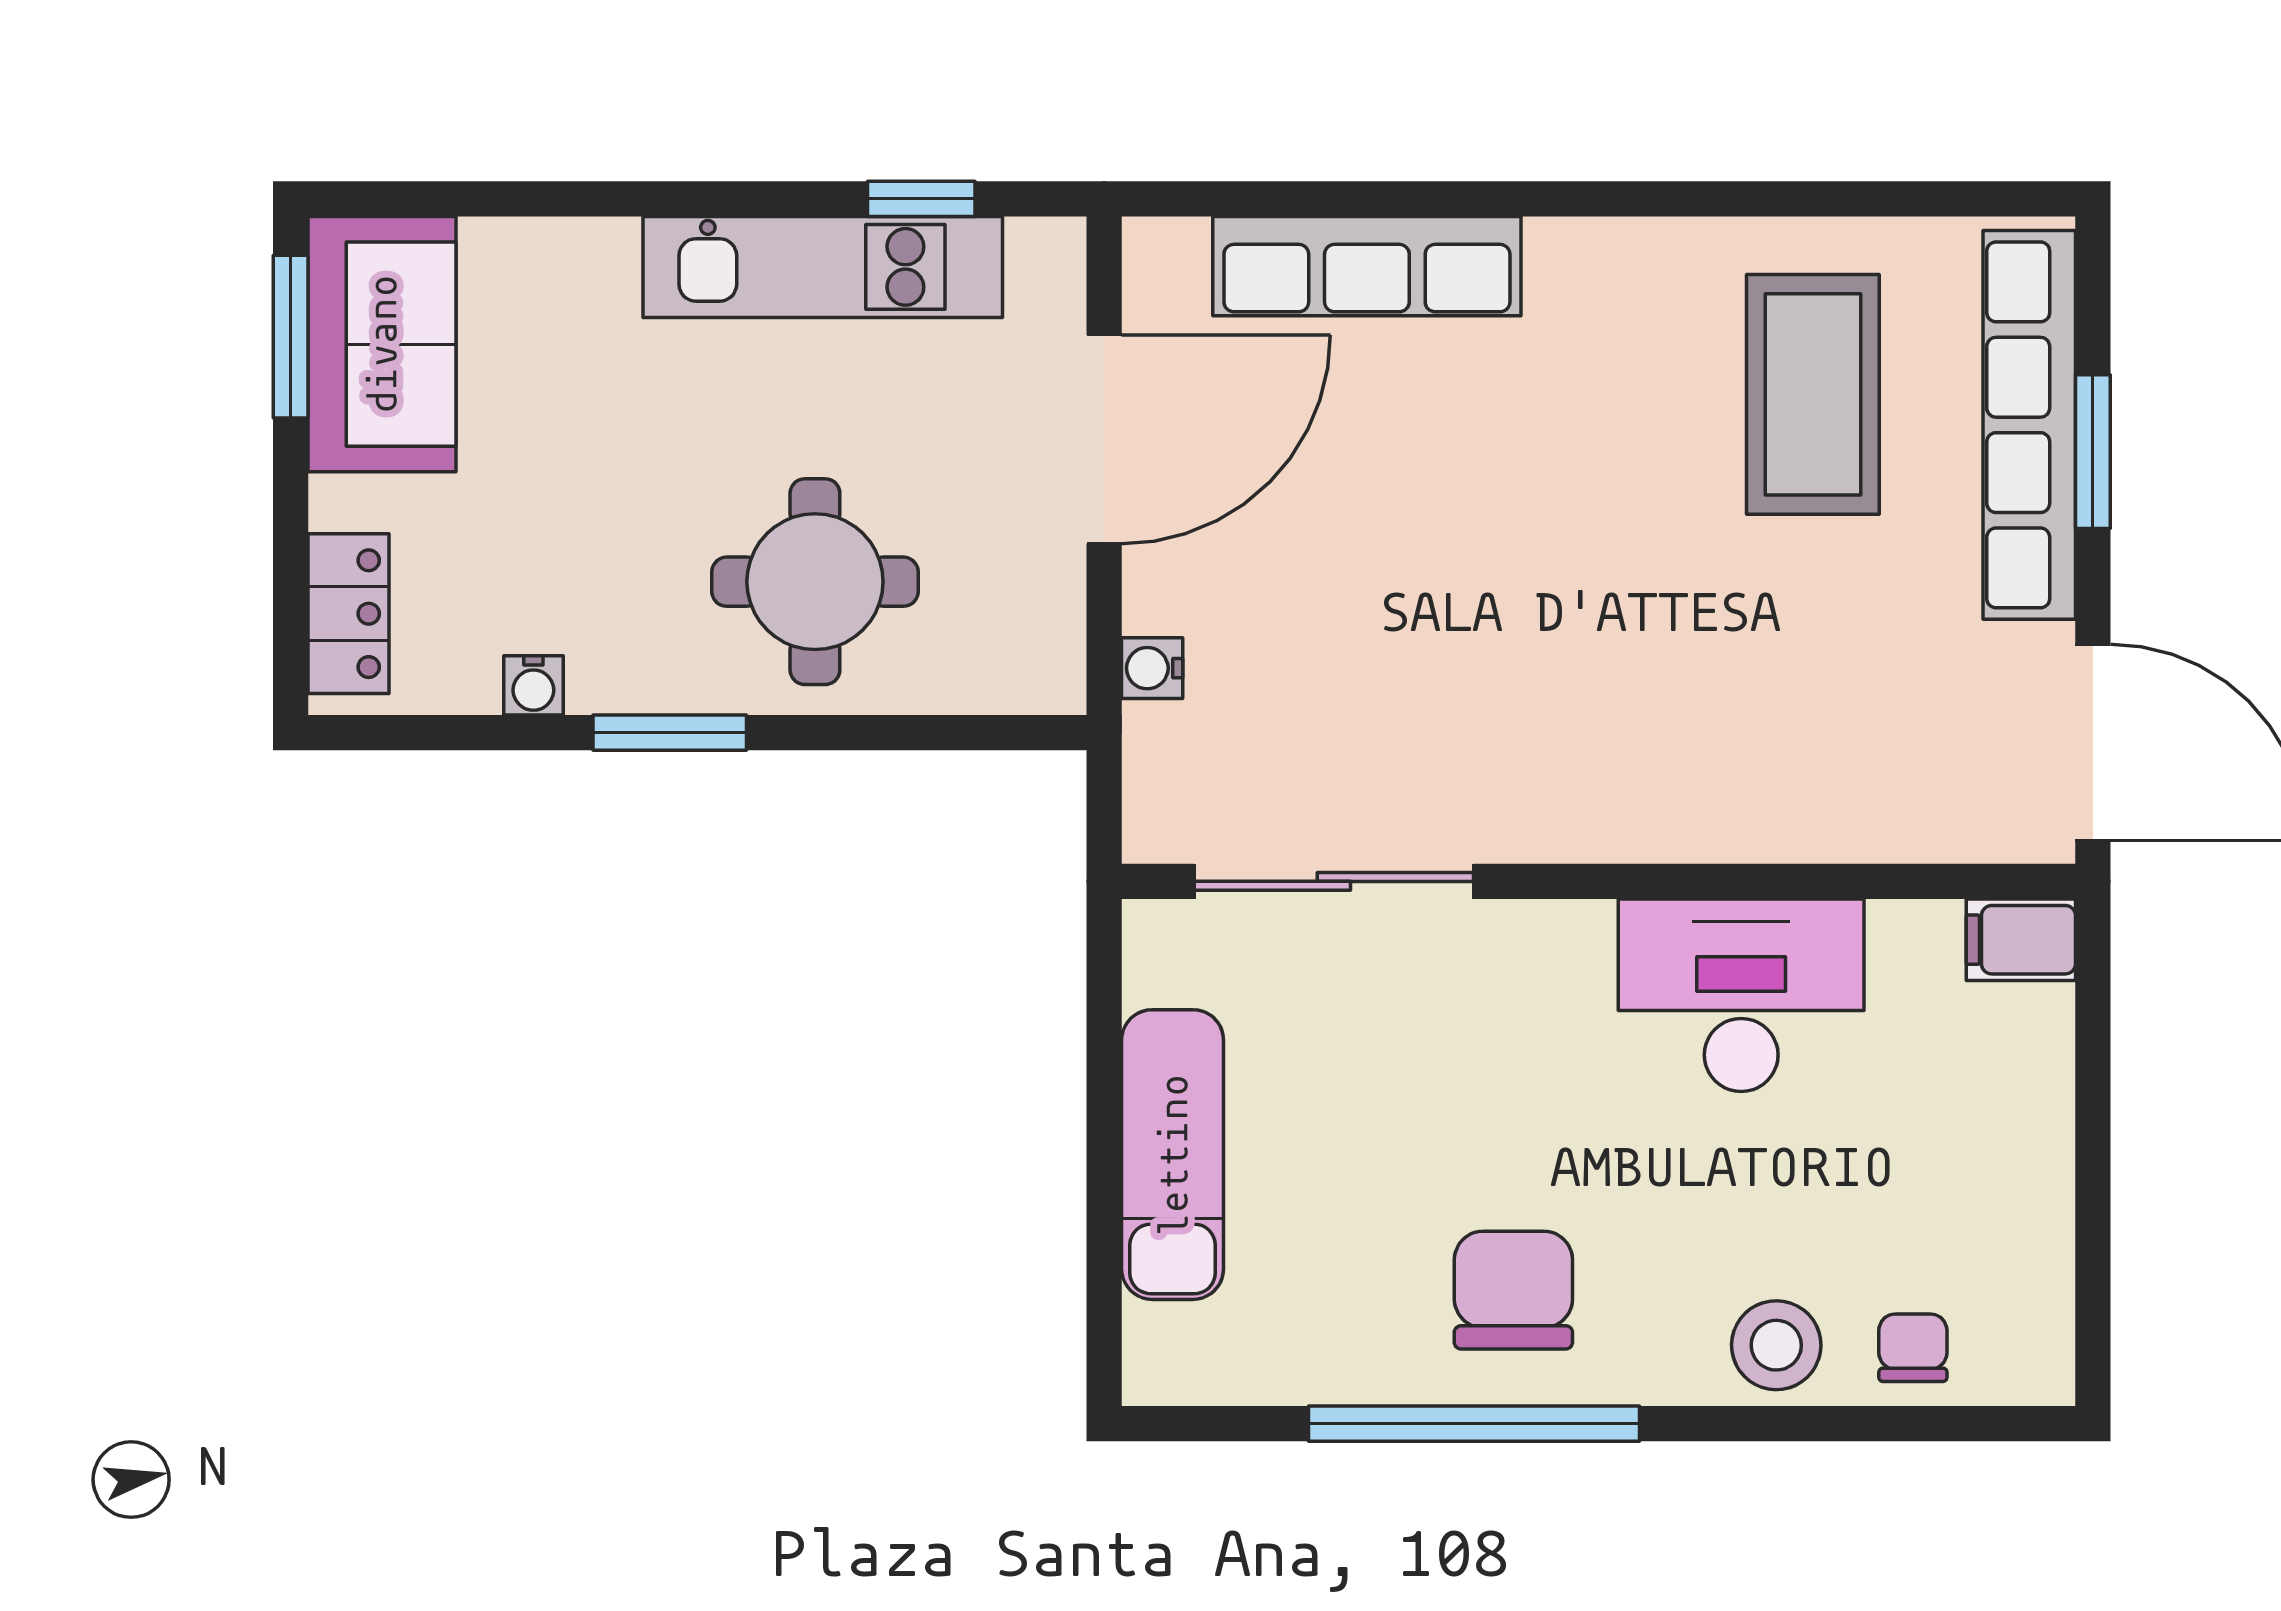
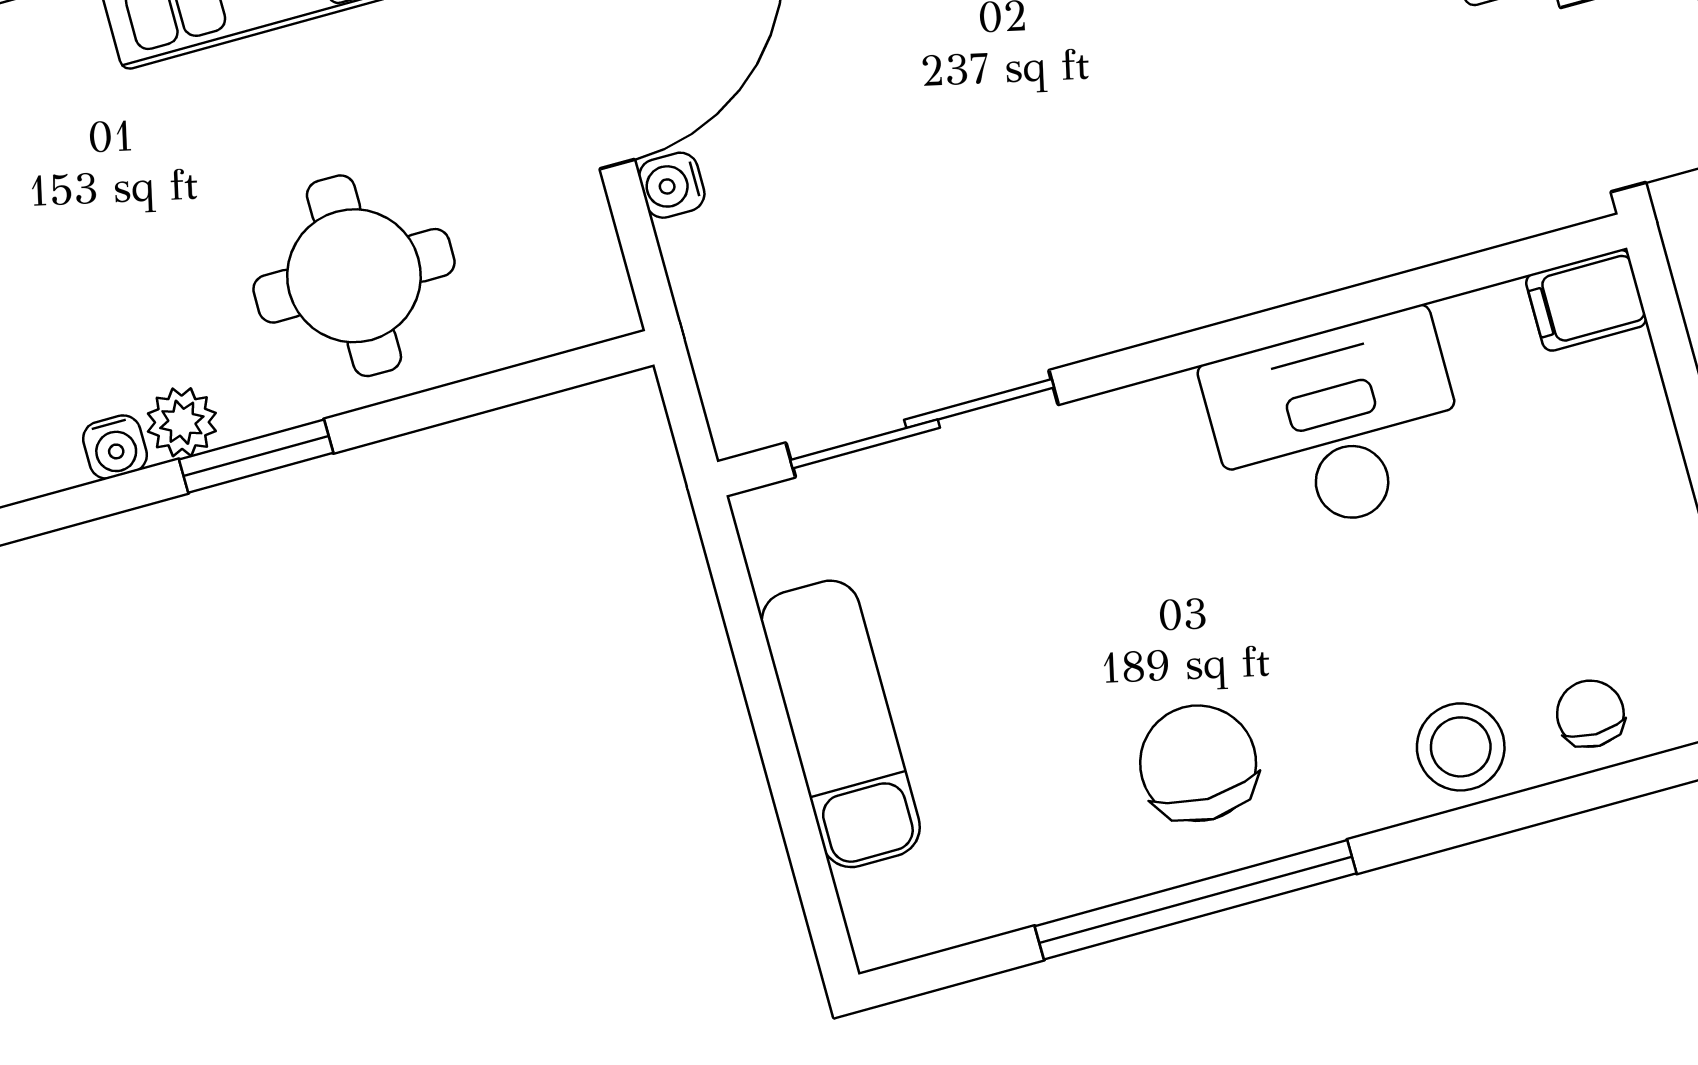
water cooler: (1152, 668) -> (672, 185), moved
plant: (606, 679) -> (182, 422), added

